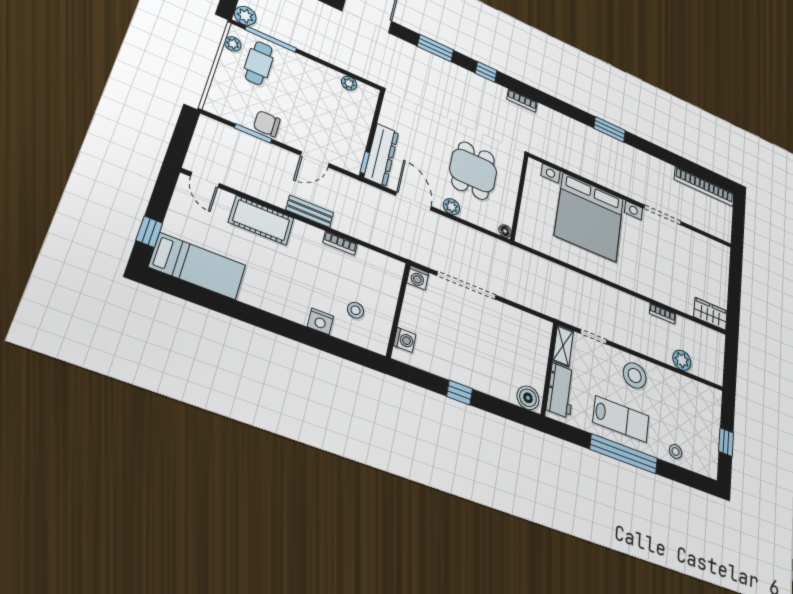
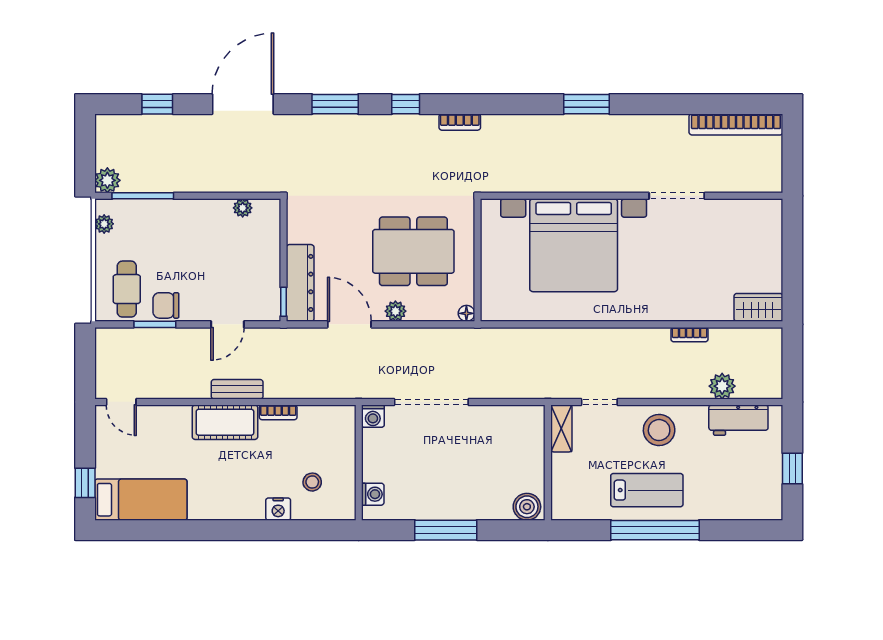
cafe table: (259, 63) -> (127, 289), moved
dining table: (473, 171) -> (413, 251), width x1.38
cot: (261, 220) -> (225, 422), moved
workbench: (561, 390) -> (738, 420), moved, turned 90
window: (460, 393) -> (446, 530), width x2.17
stool: (676, 451) -> (723, 504), removed

